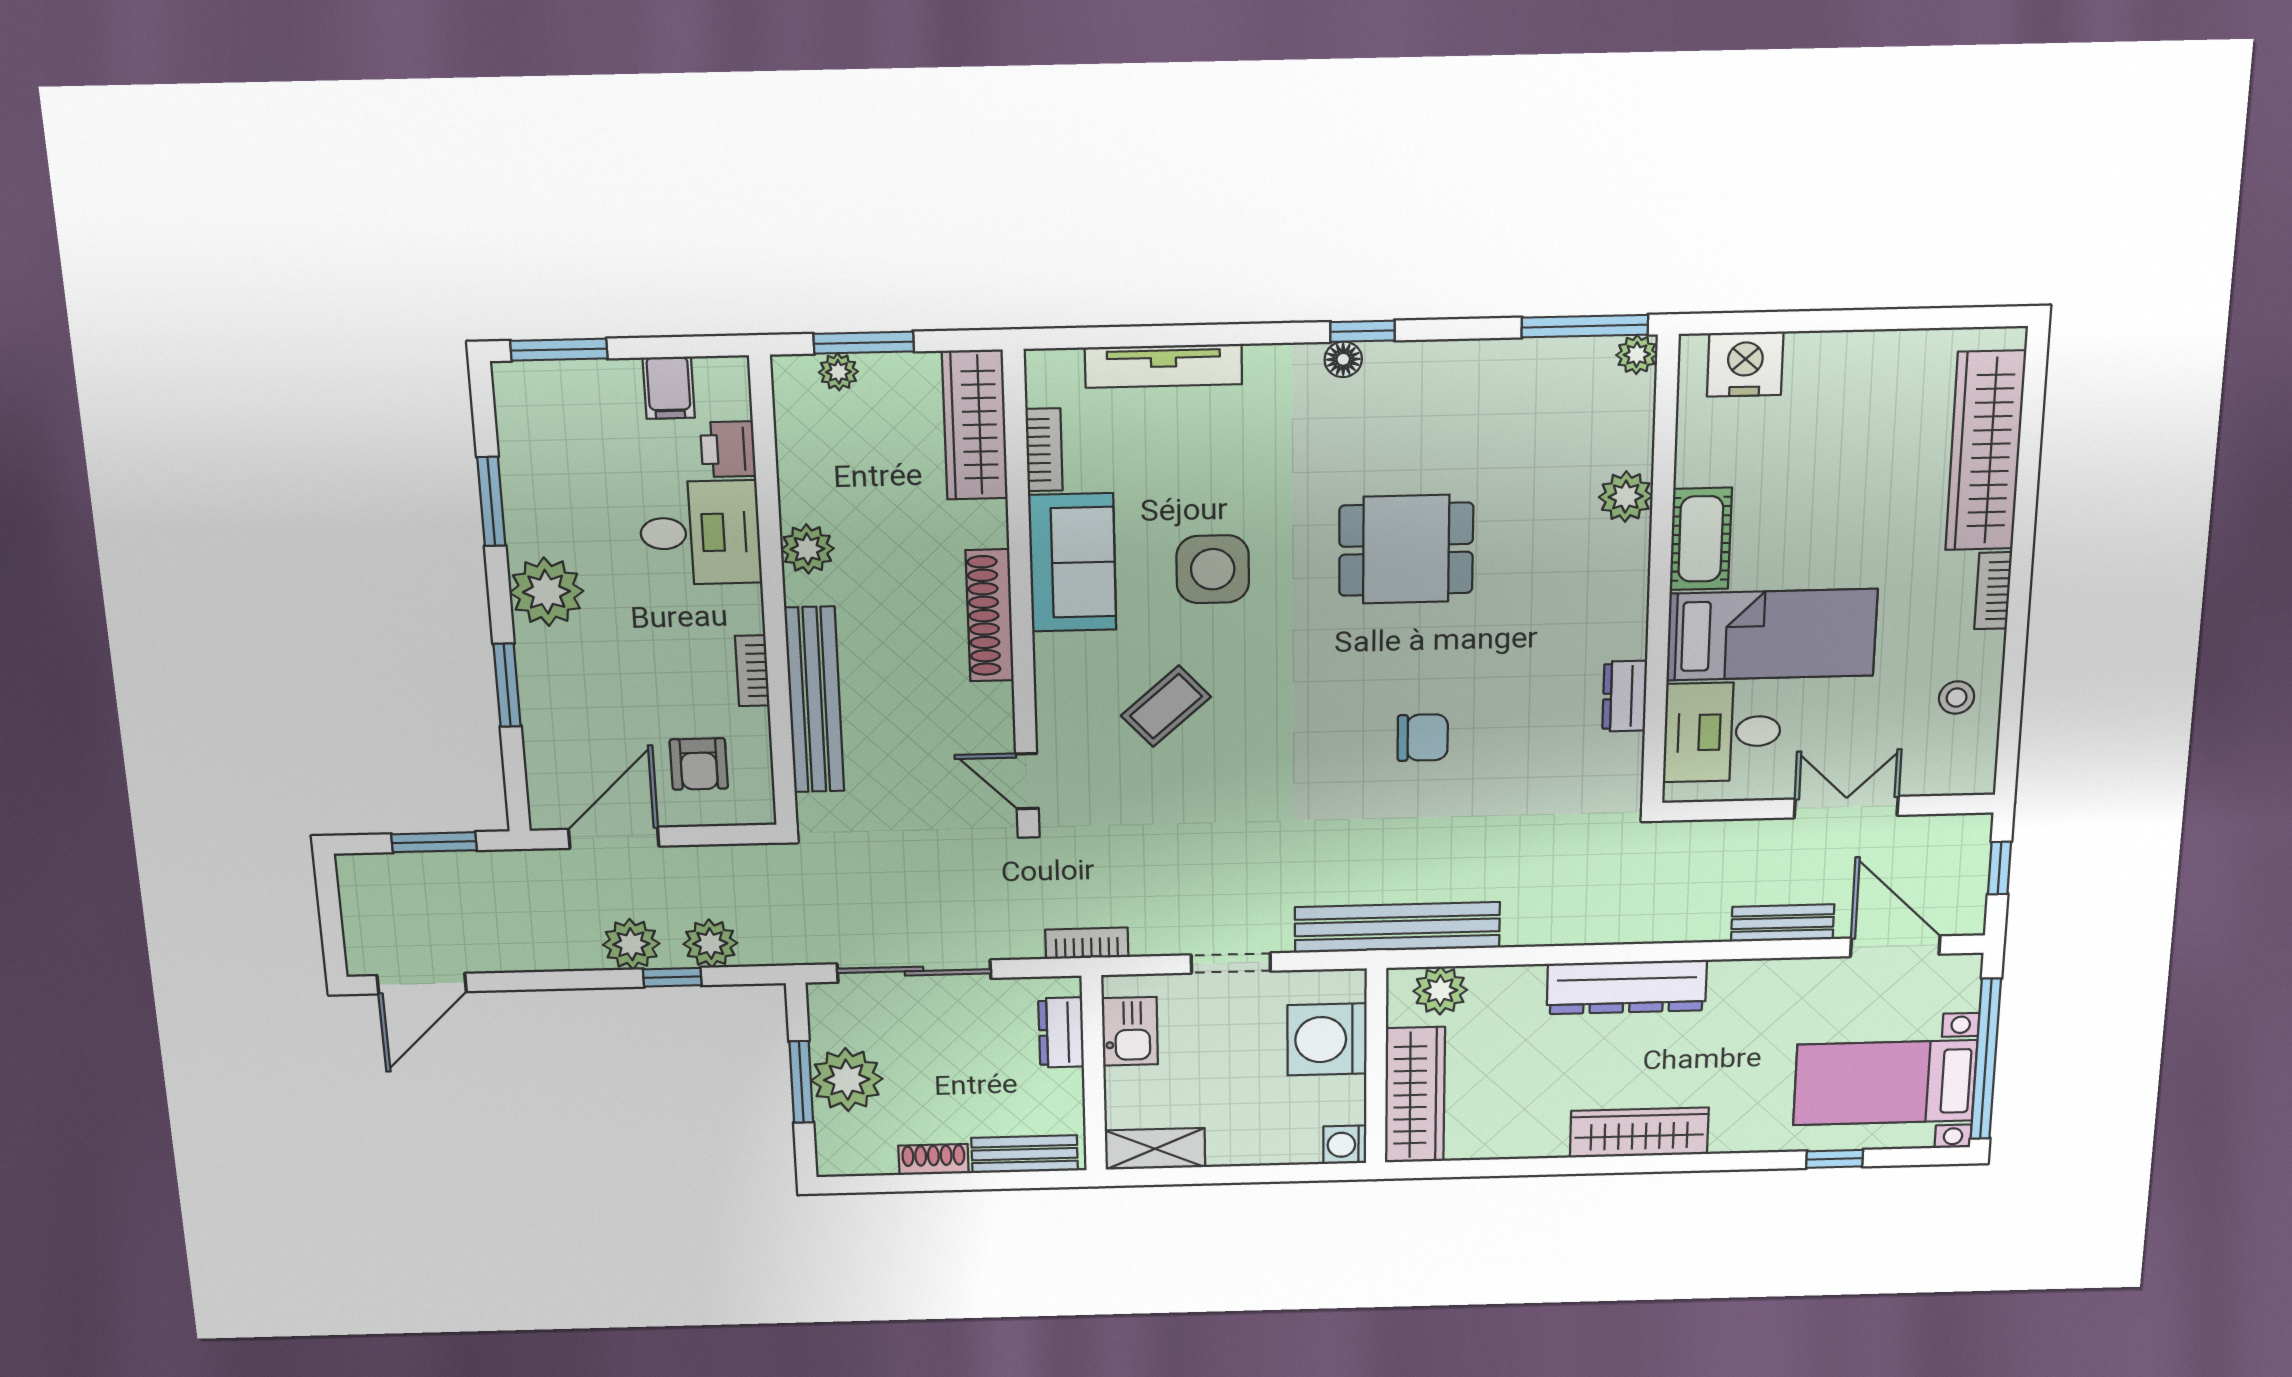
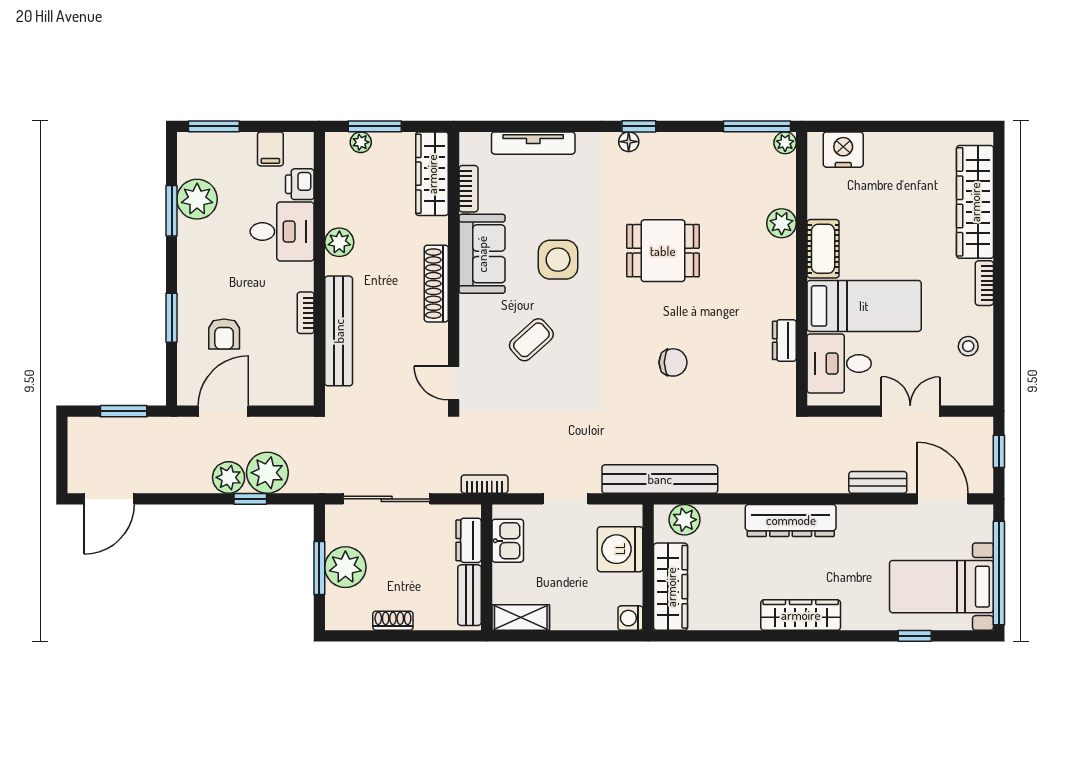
plant: (546, 592) -> (197, 199), moved
armchair: (699, 764) -> (224, 334), moved
plant: (710, 943) -> (267, 473), width x1.36, depth x1.36
bench: (1025, 1154) -> (469, 595), moved, turned 90

